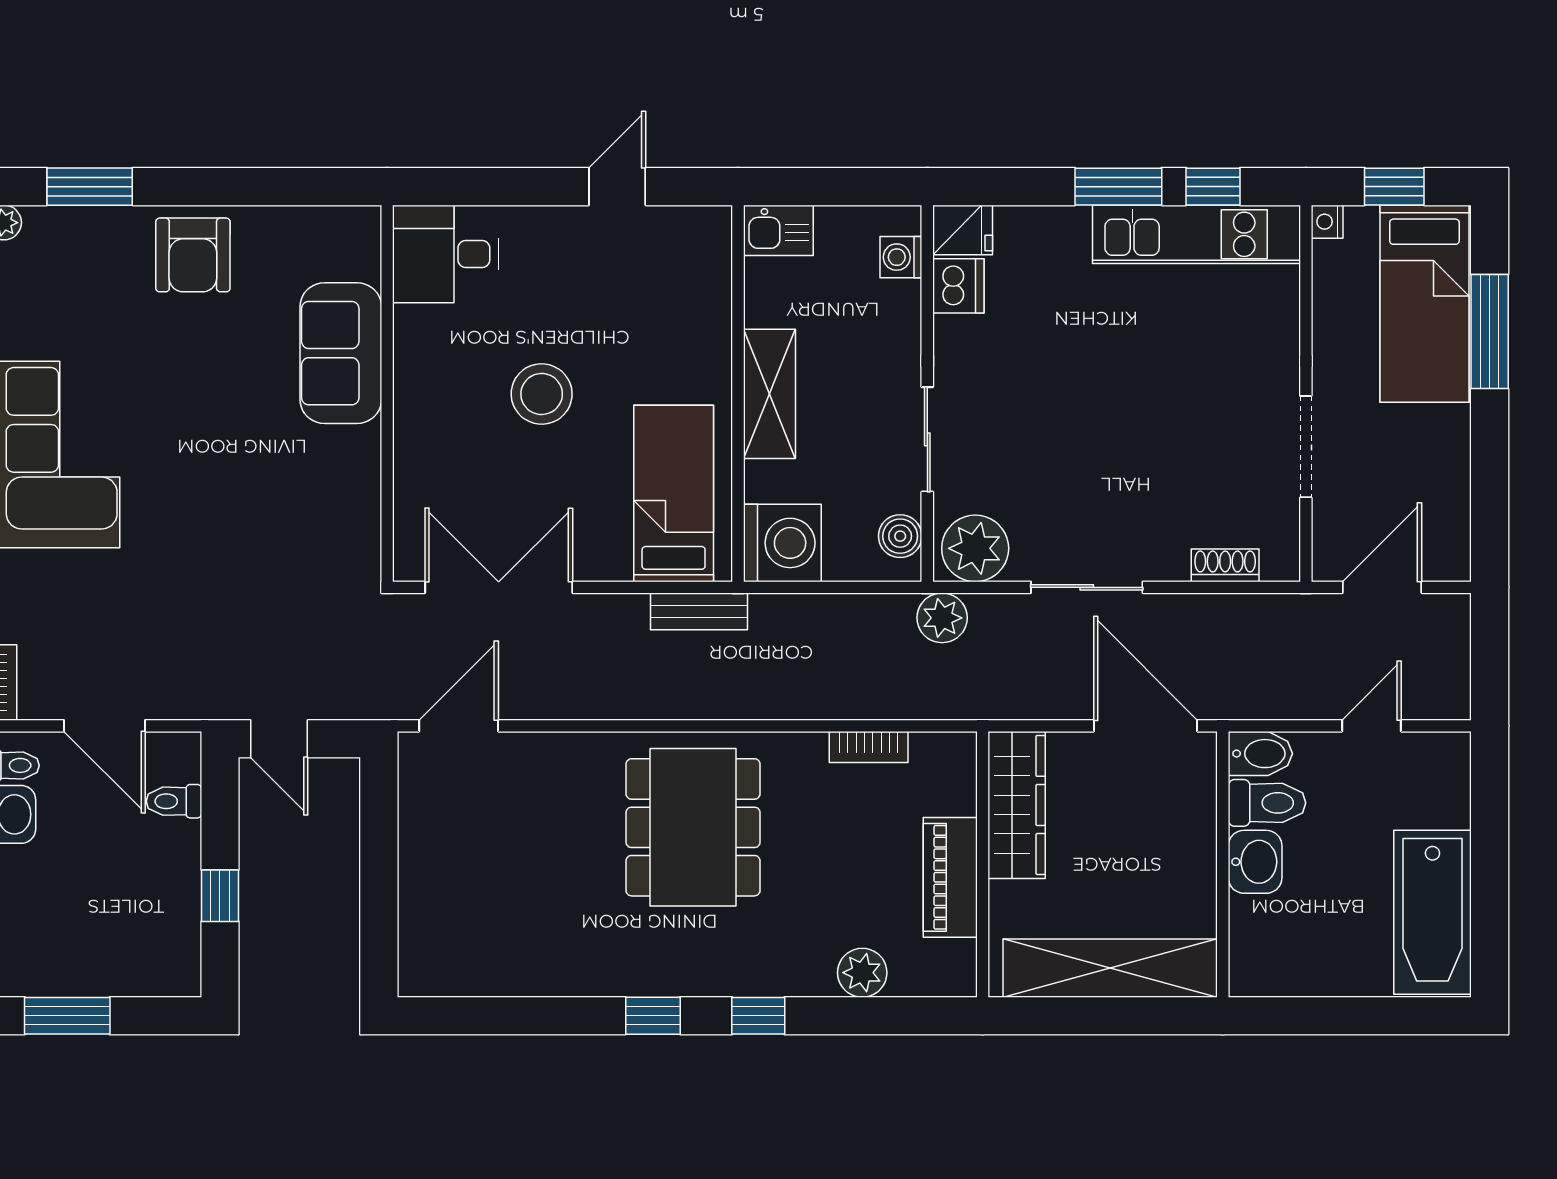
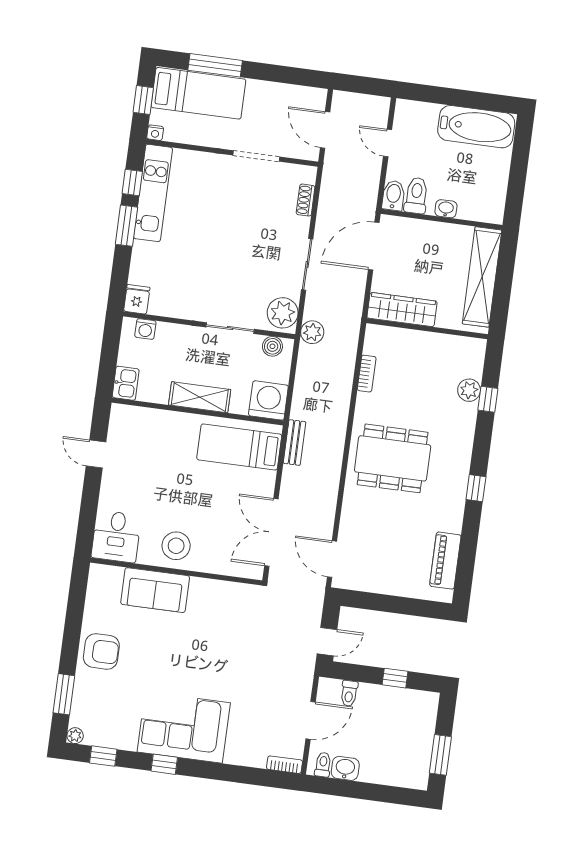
dishwasher: (958, 286) -> (162, 305), removed
stool: (542, 394) -> (176, 546), moved
washbasin: (1255, 862) -> (446, 209), width x0.72, depth x0.69
piano: (950, 877) -> (445, 561), moved, turned 90
window: (758, 1016) -> (488, 399), moved

